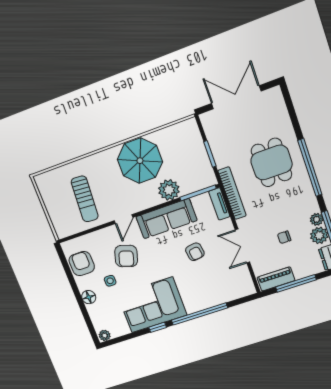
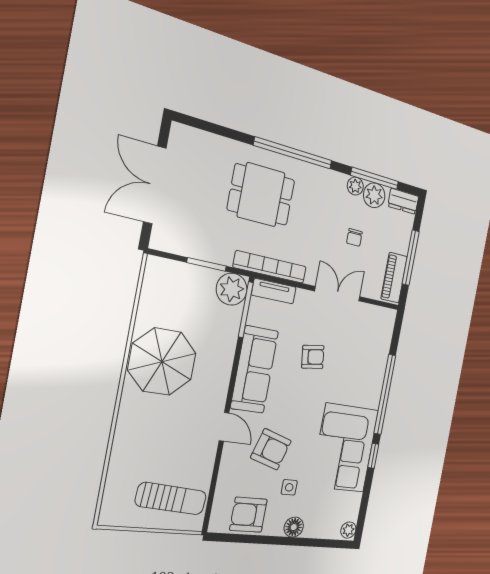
plant: (169, 190) -> (232, 289), moved
sun lounger: (85, 199) -> (171, 499), moved
double door: (242, 246) -> (337, 294), swing flipped

